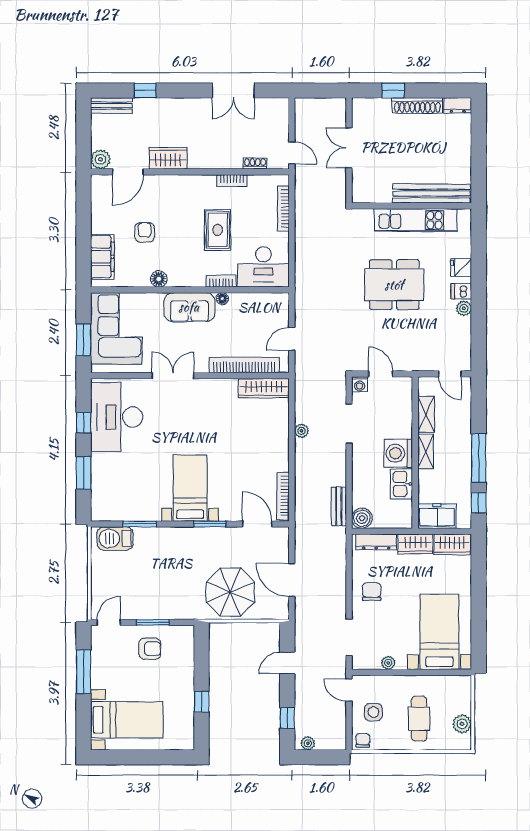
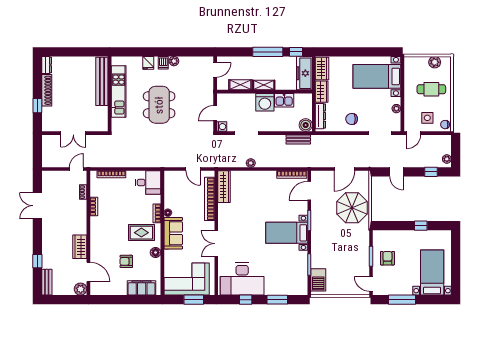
double door: (233, 91) -> (37, 206), swing flipped
rug: (218, 230) -> (141, 233), moved
desk: (263, 267) -> (148, 182), width x0.73
freezer: (437, 516) -> (304, 73), width x1.40

